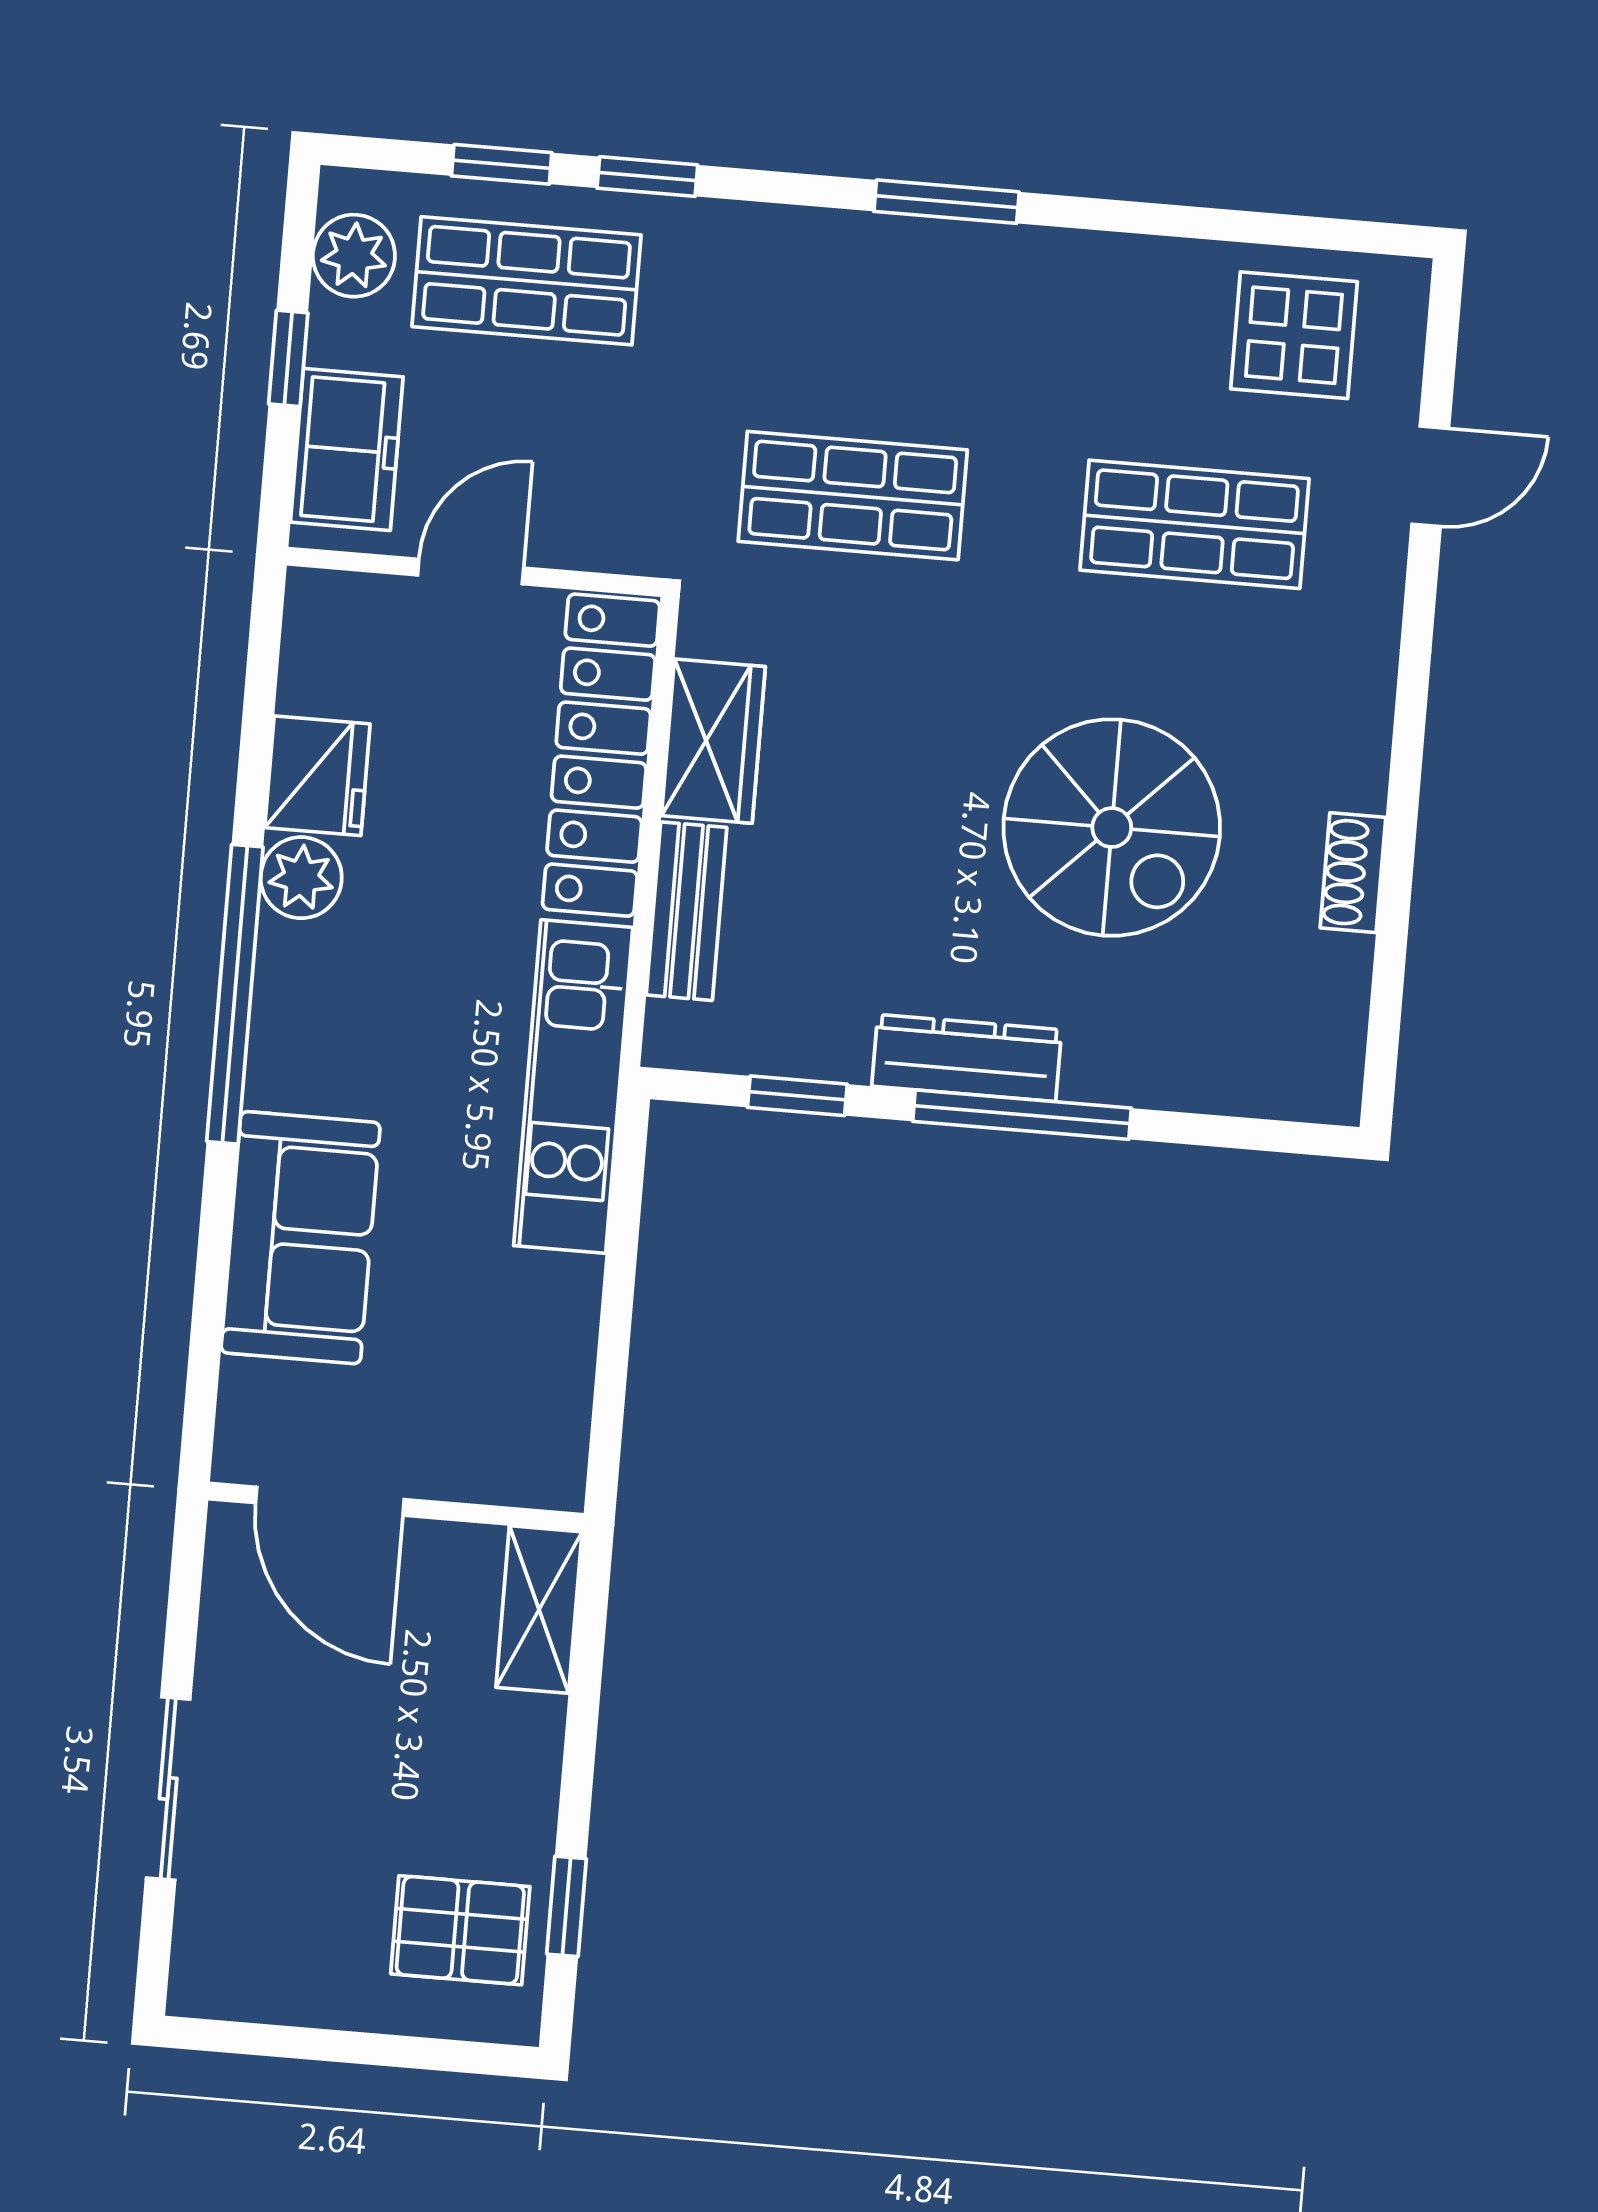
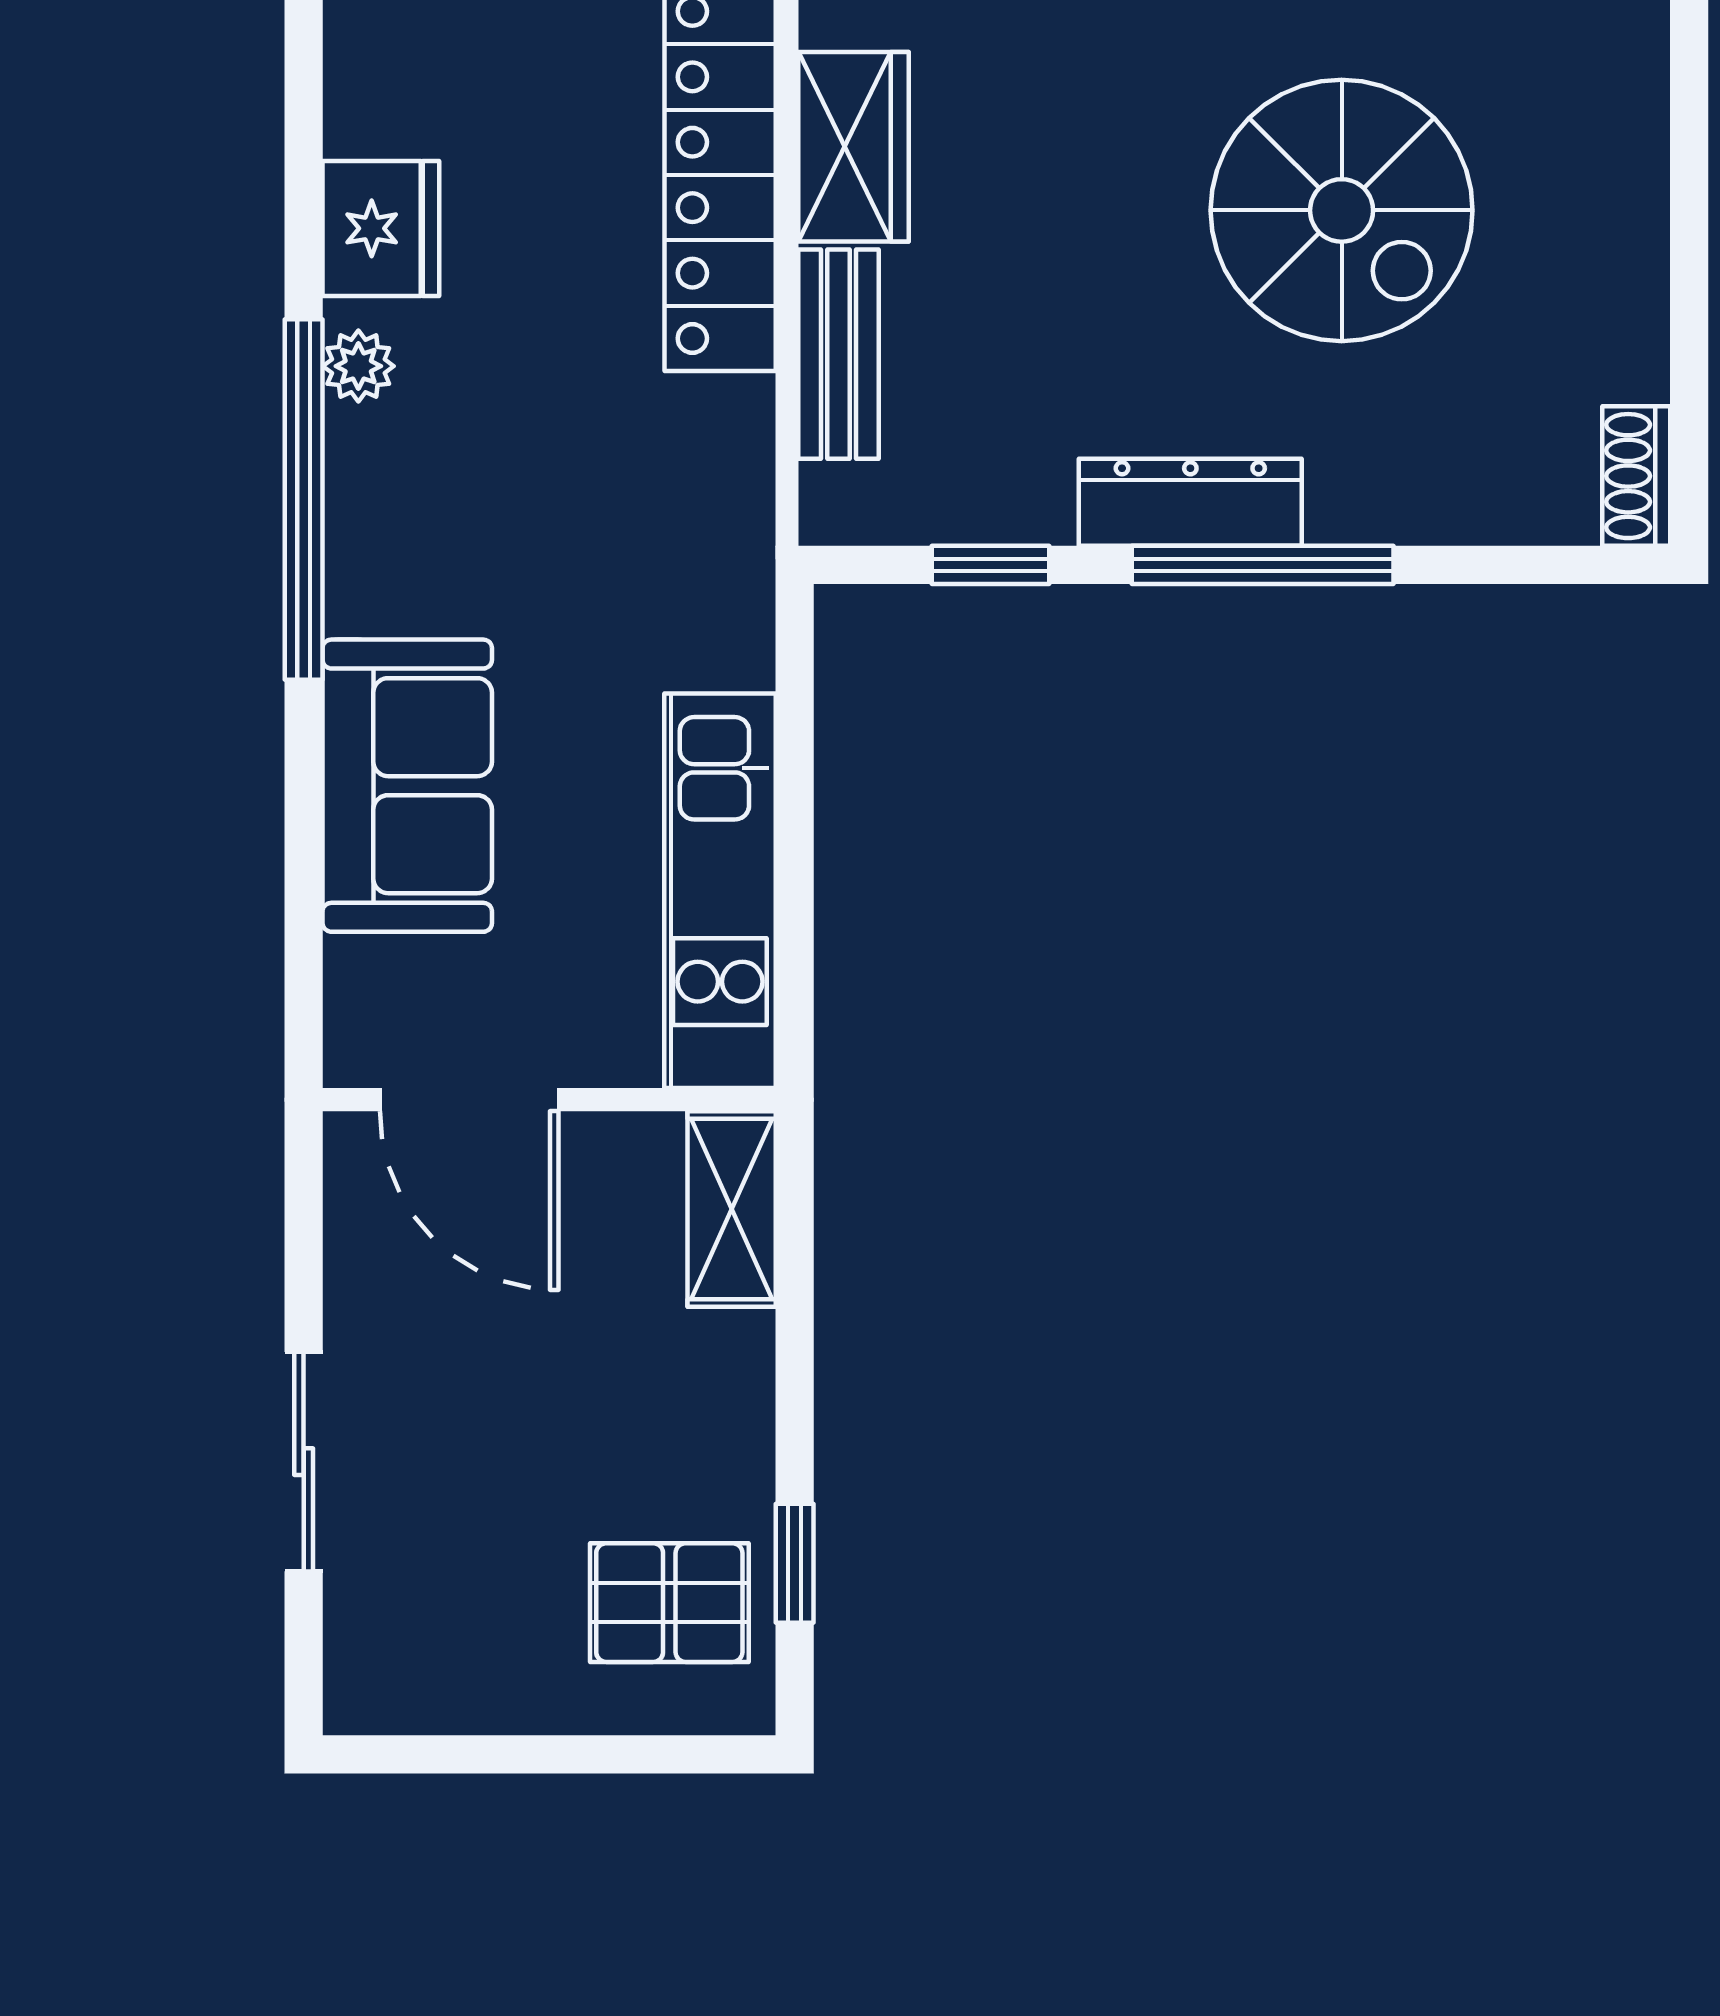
shoe rack: (1353, 873) -> (1636, 476), moved
plant: (301, 878) -> (358, 366), width x0.73, depth x0.73
kitchen unit: (573, 1086) -> (720, 891), moved

